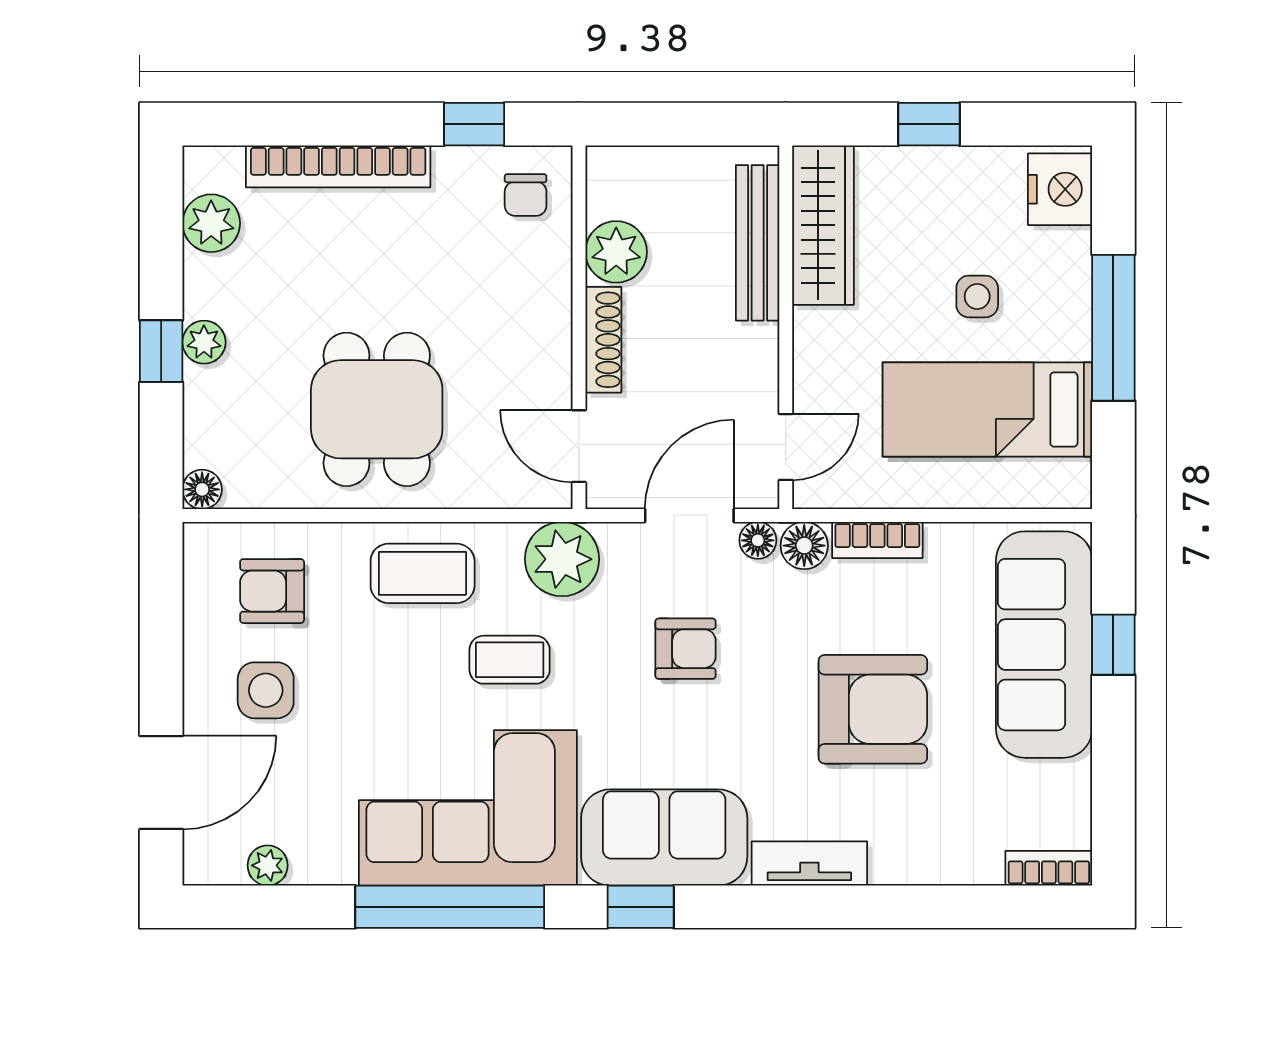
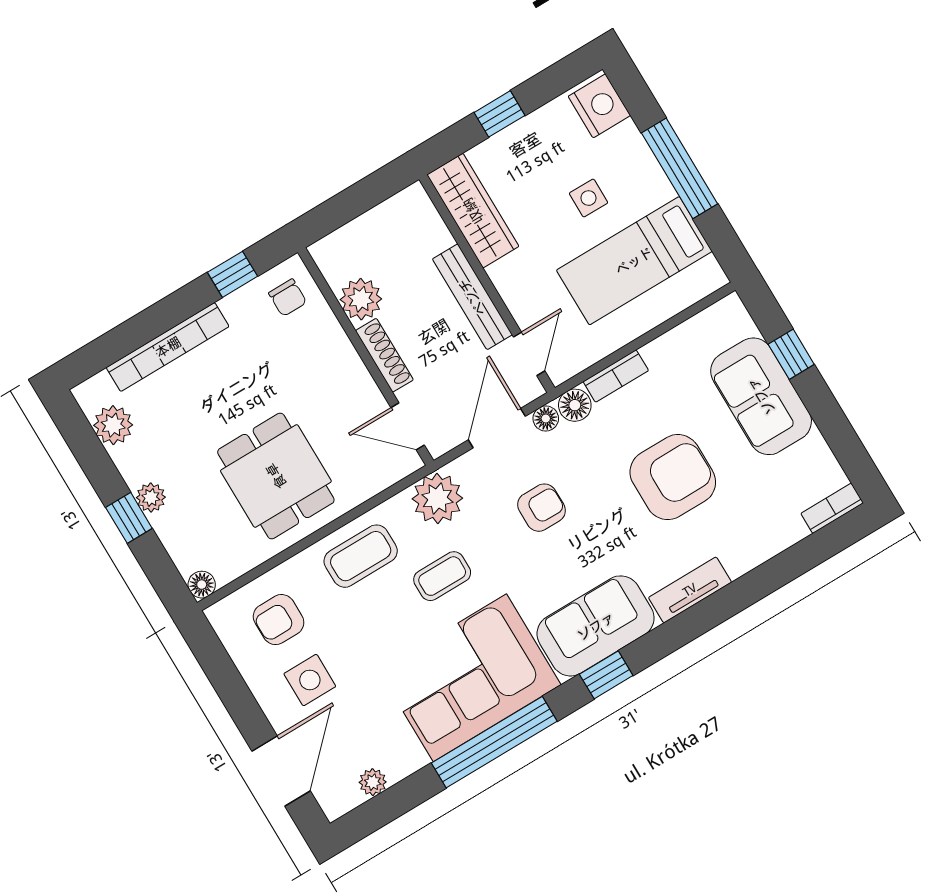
bench: (758, 243) -> (472, 297), moved
sofa: (1044, 645) -> (761, 396), width x0.73

